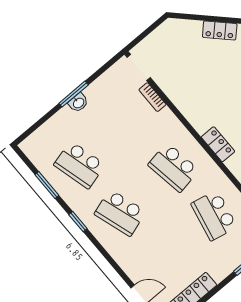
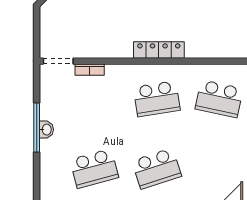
window: (74, 94) -> (37, 128), width x1.44
locker: (218, 144) -> (159, 50), width x1.53

